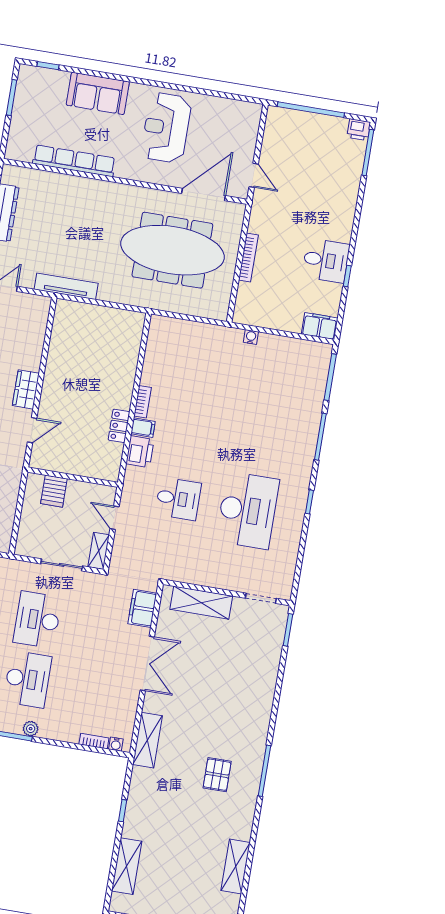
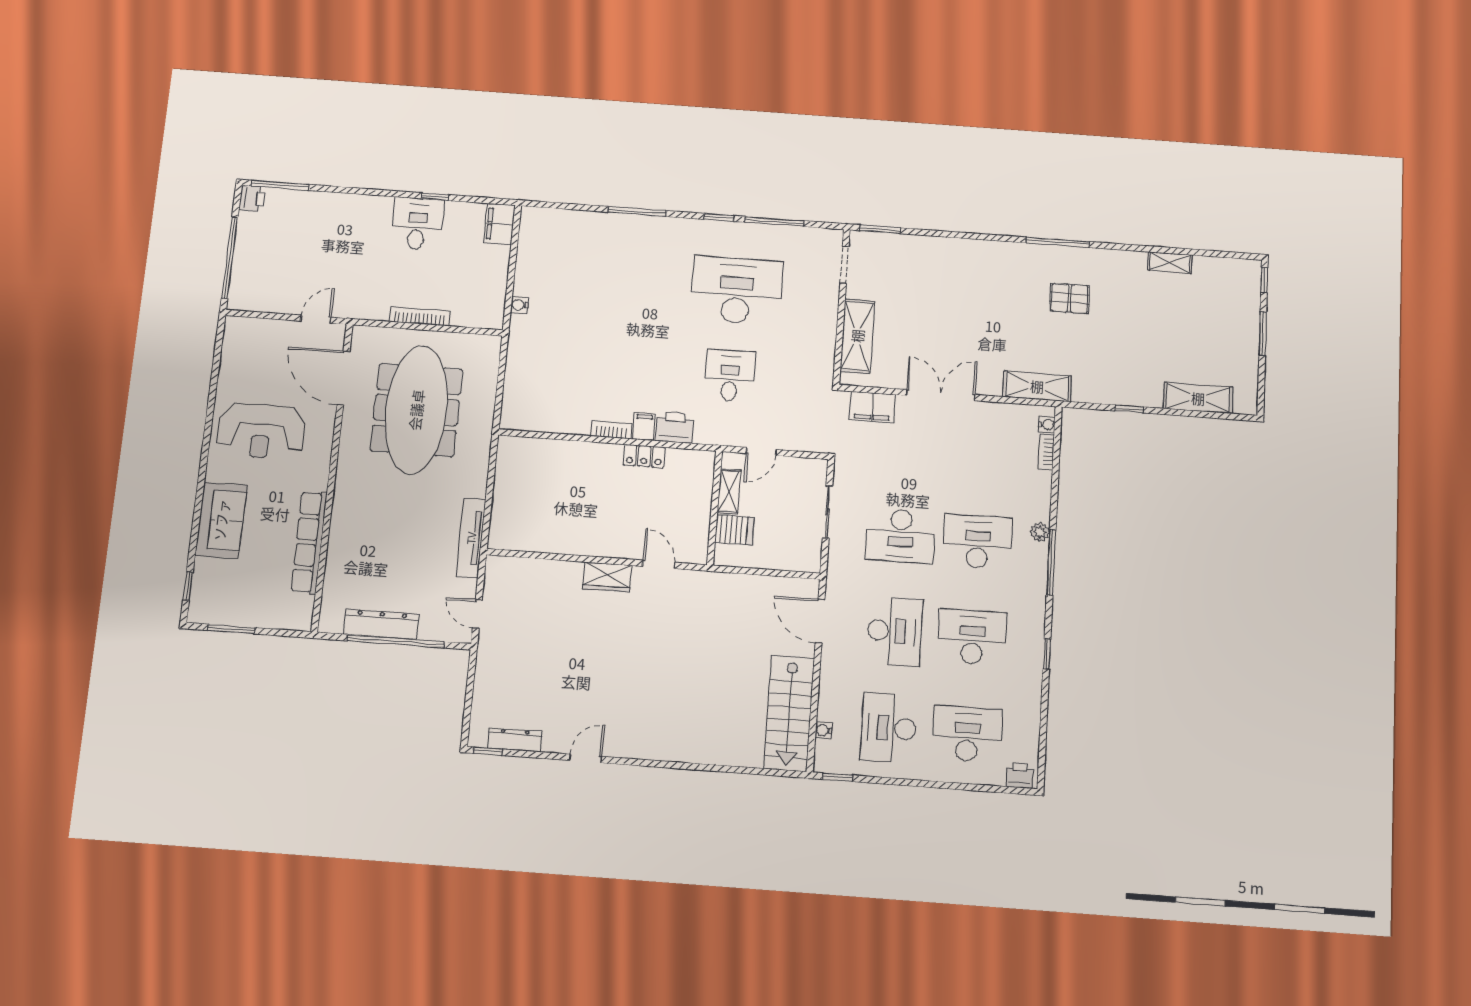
window: (330, 377) -> (775, 222), moved
shelving: (99, 551) -> (729, 492), moved, turned 90
shelving: (236, 866) -> (1170, 263), width x0.67, depth x0.75

